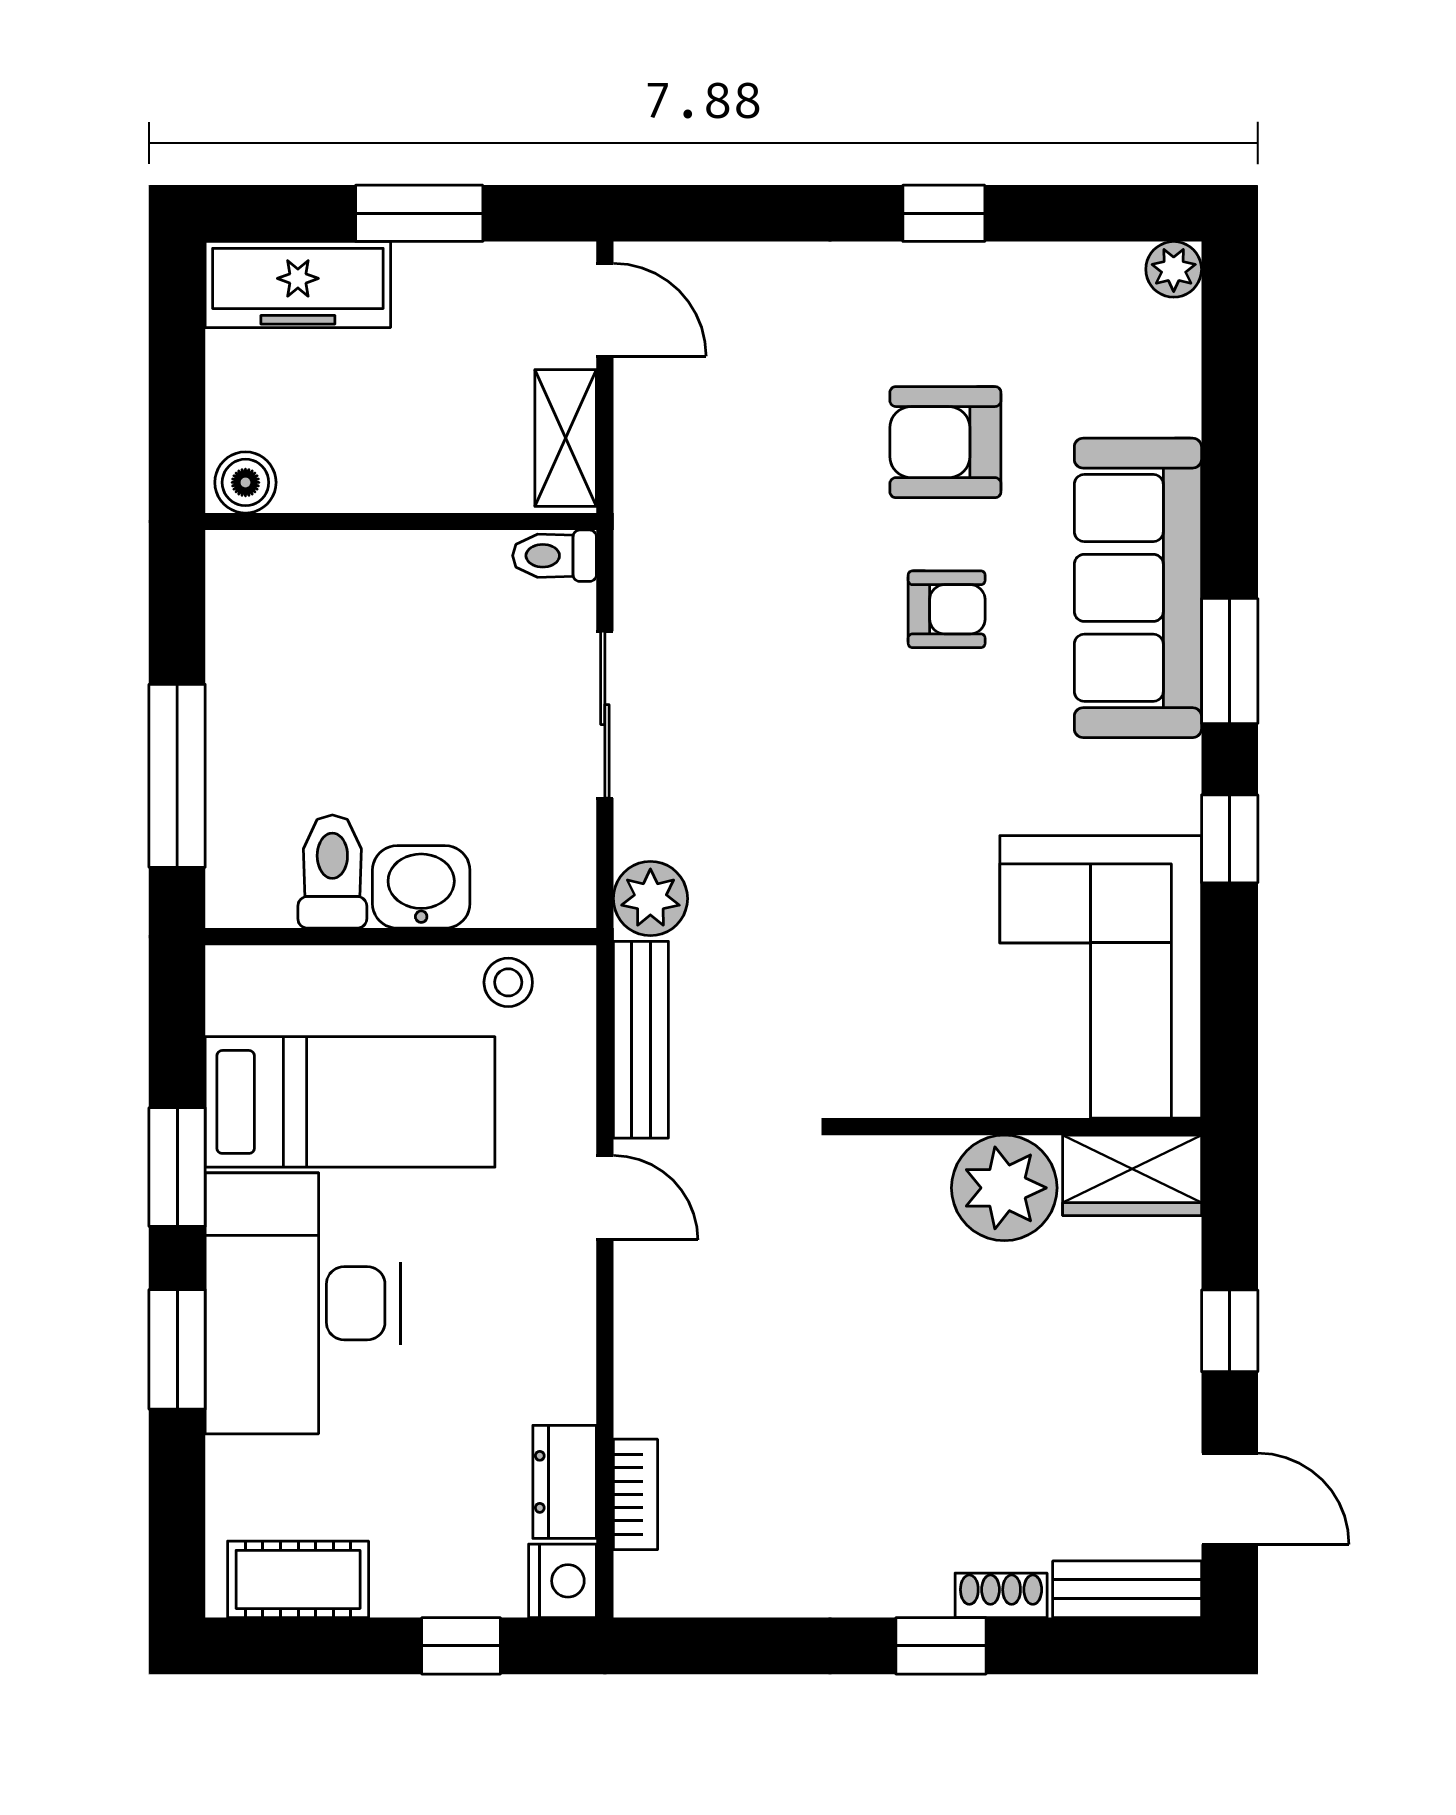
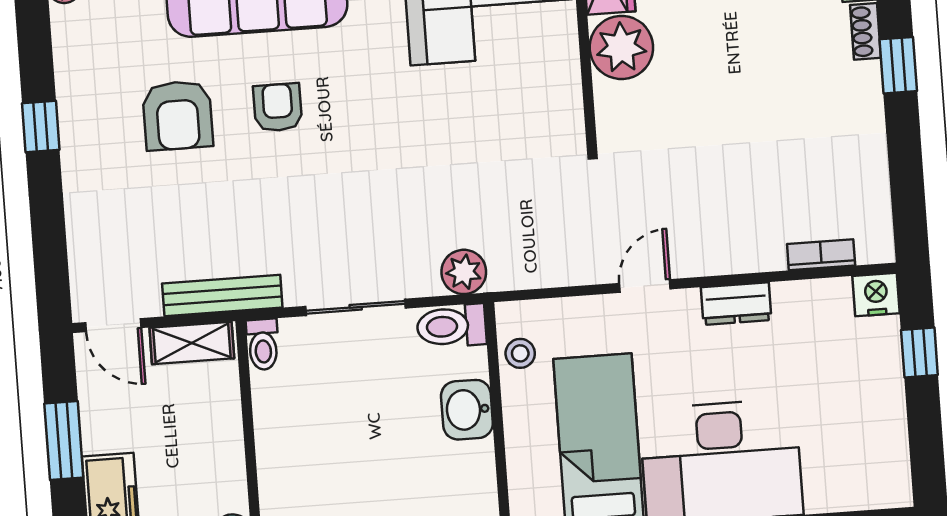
door: (605, 310) -> (113, 325), swing flipped
toilet: (332, 872) -> (452, 326), moved
bench: (641, 1040) -> (222, 295), moved
dresser: (565, 1482) -> (736, 304), moved
cot: (298, 1579) -> (887, 453), removed

